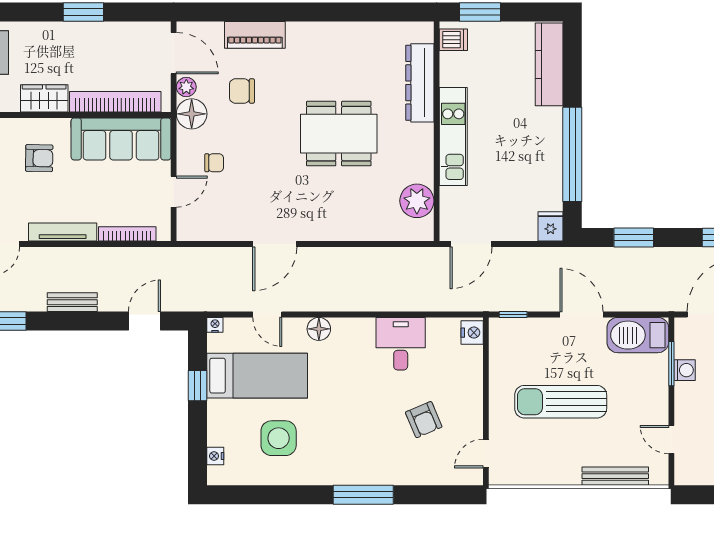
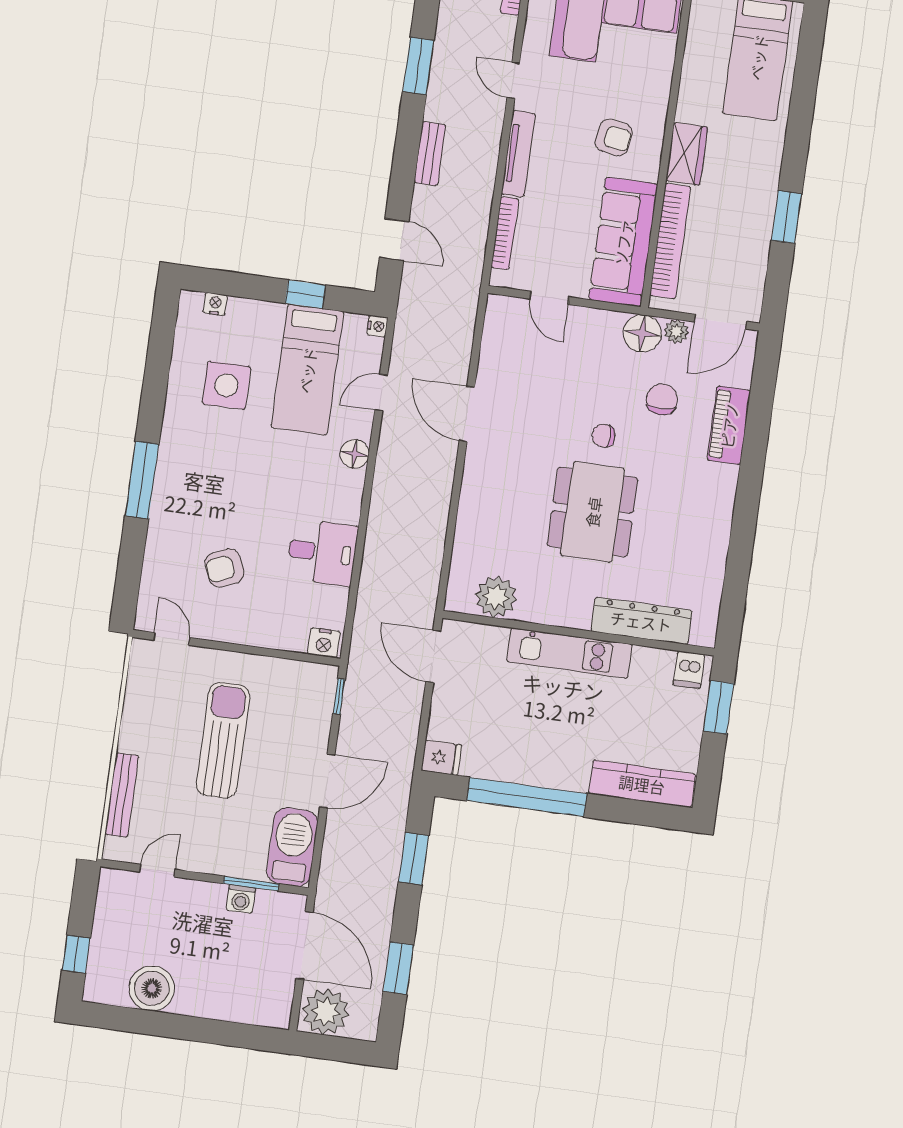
armchair: (39, 158) -> (614, 137), turned -82
chair: (214, 163) -> (604, 436), moved, turned 90

